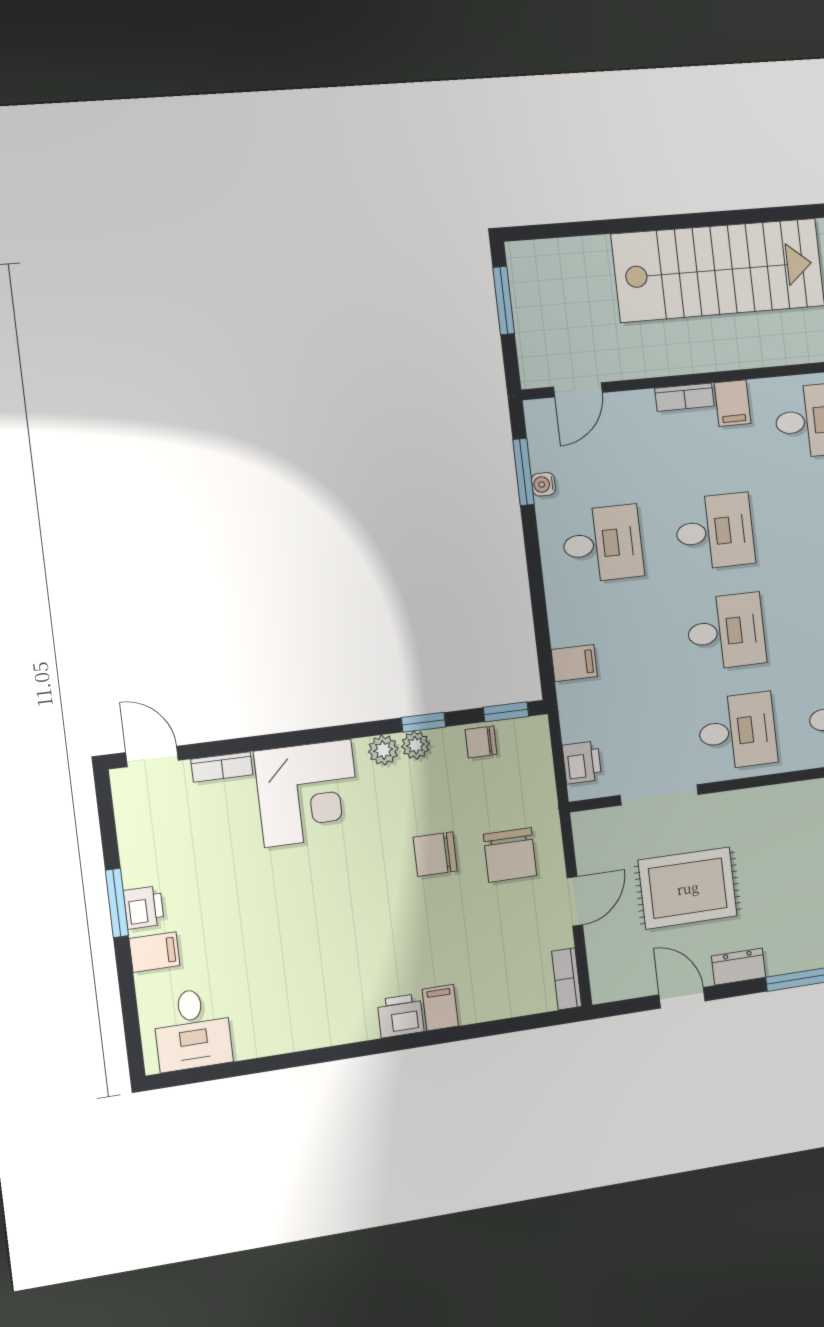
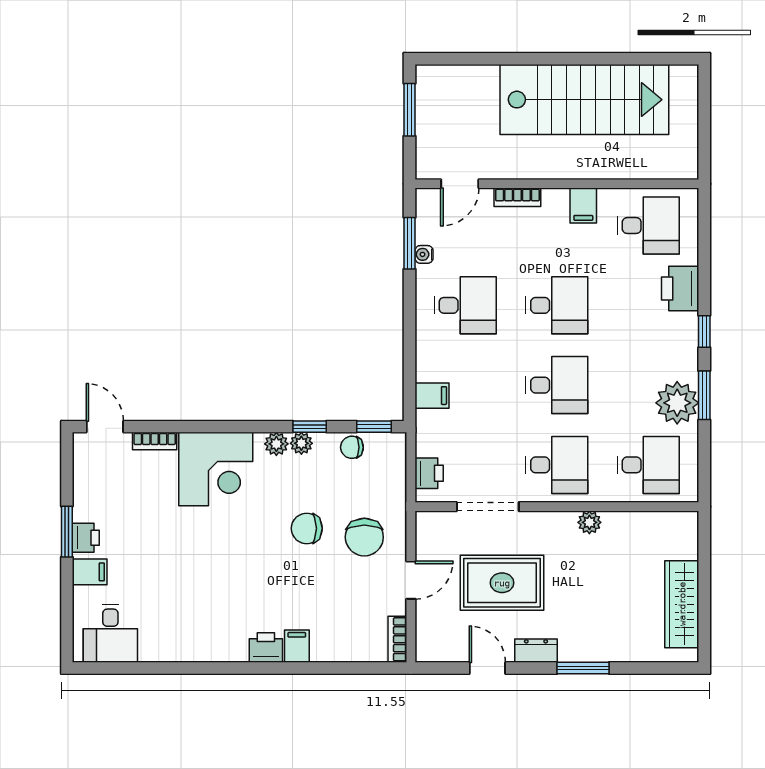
bookcase: (684, 397) -> (517, 197), moved
plant: (785, 798) -> (589, 522), added

